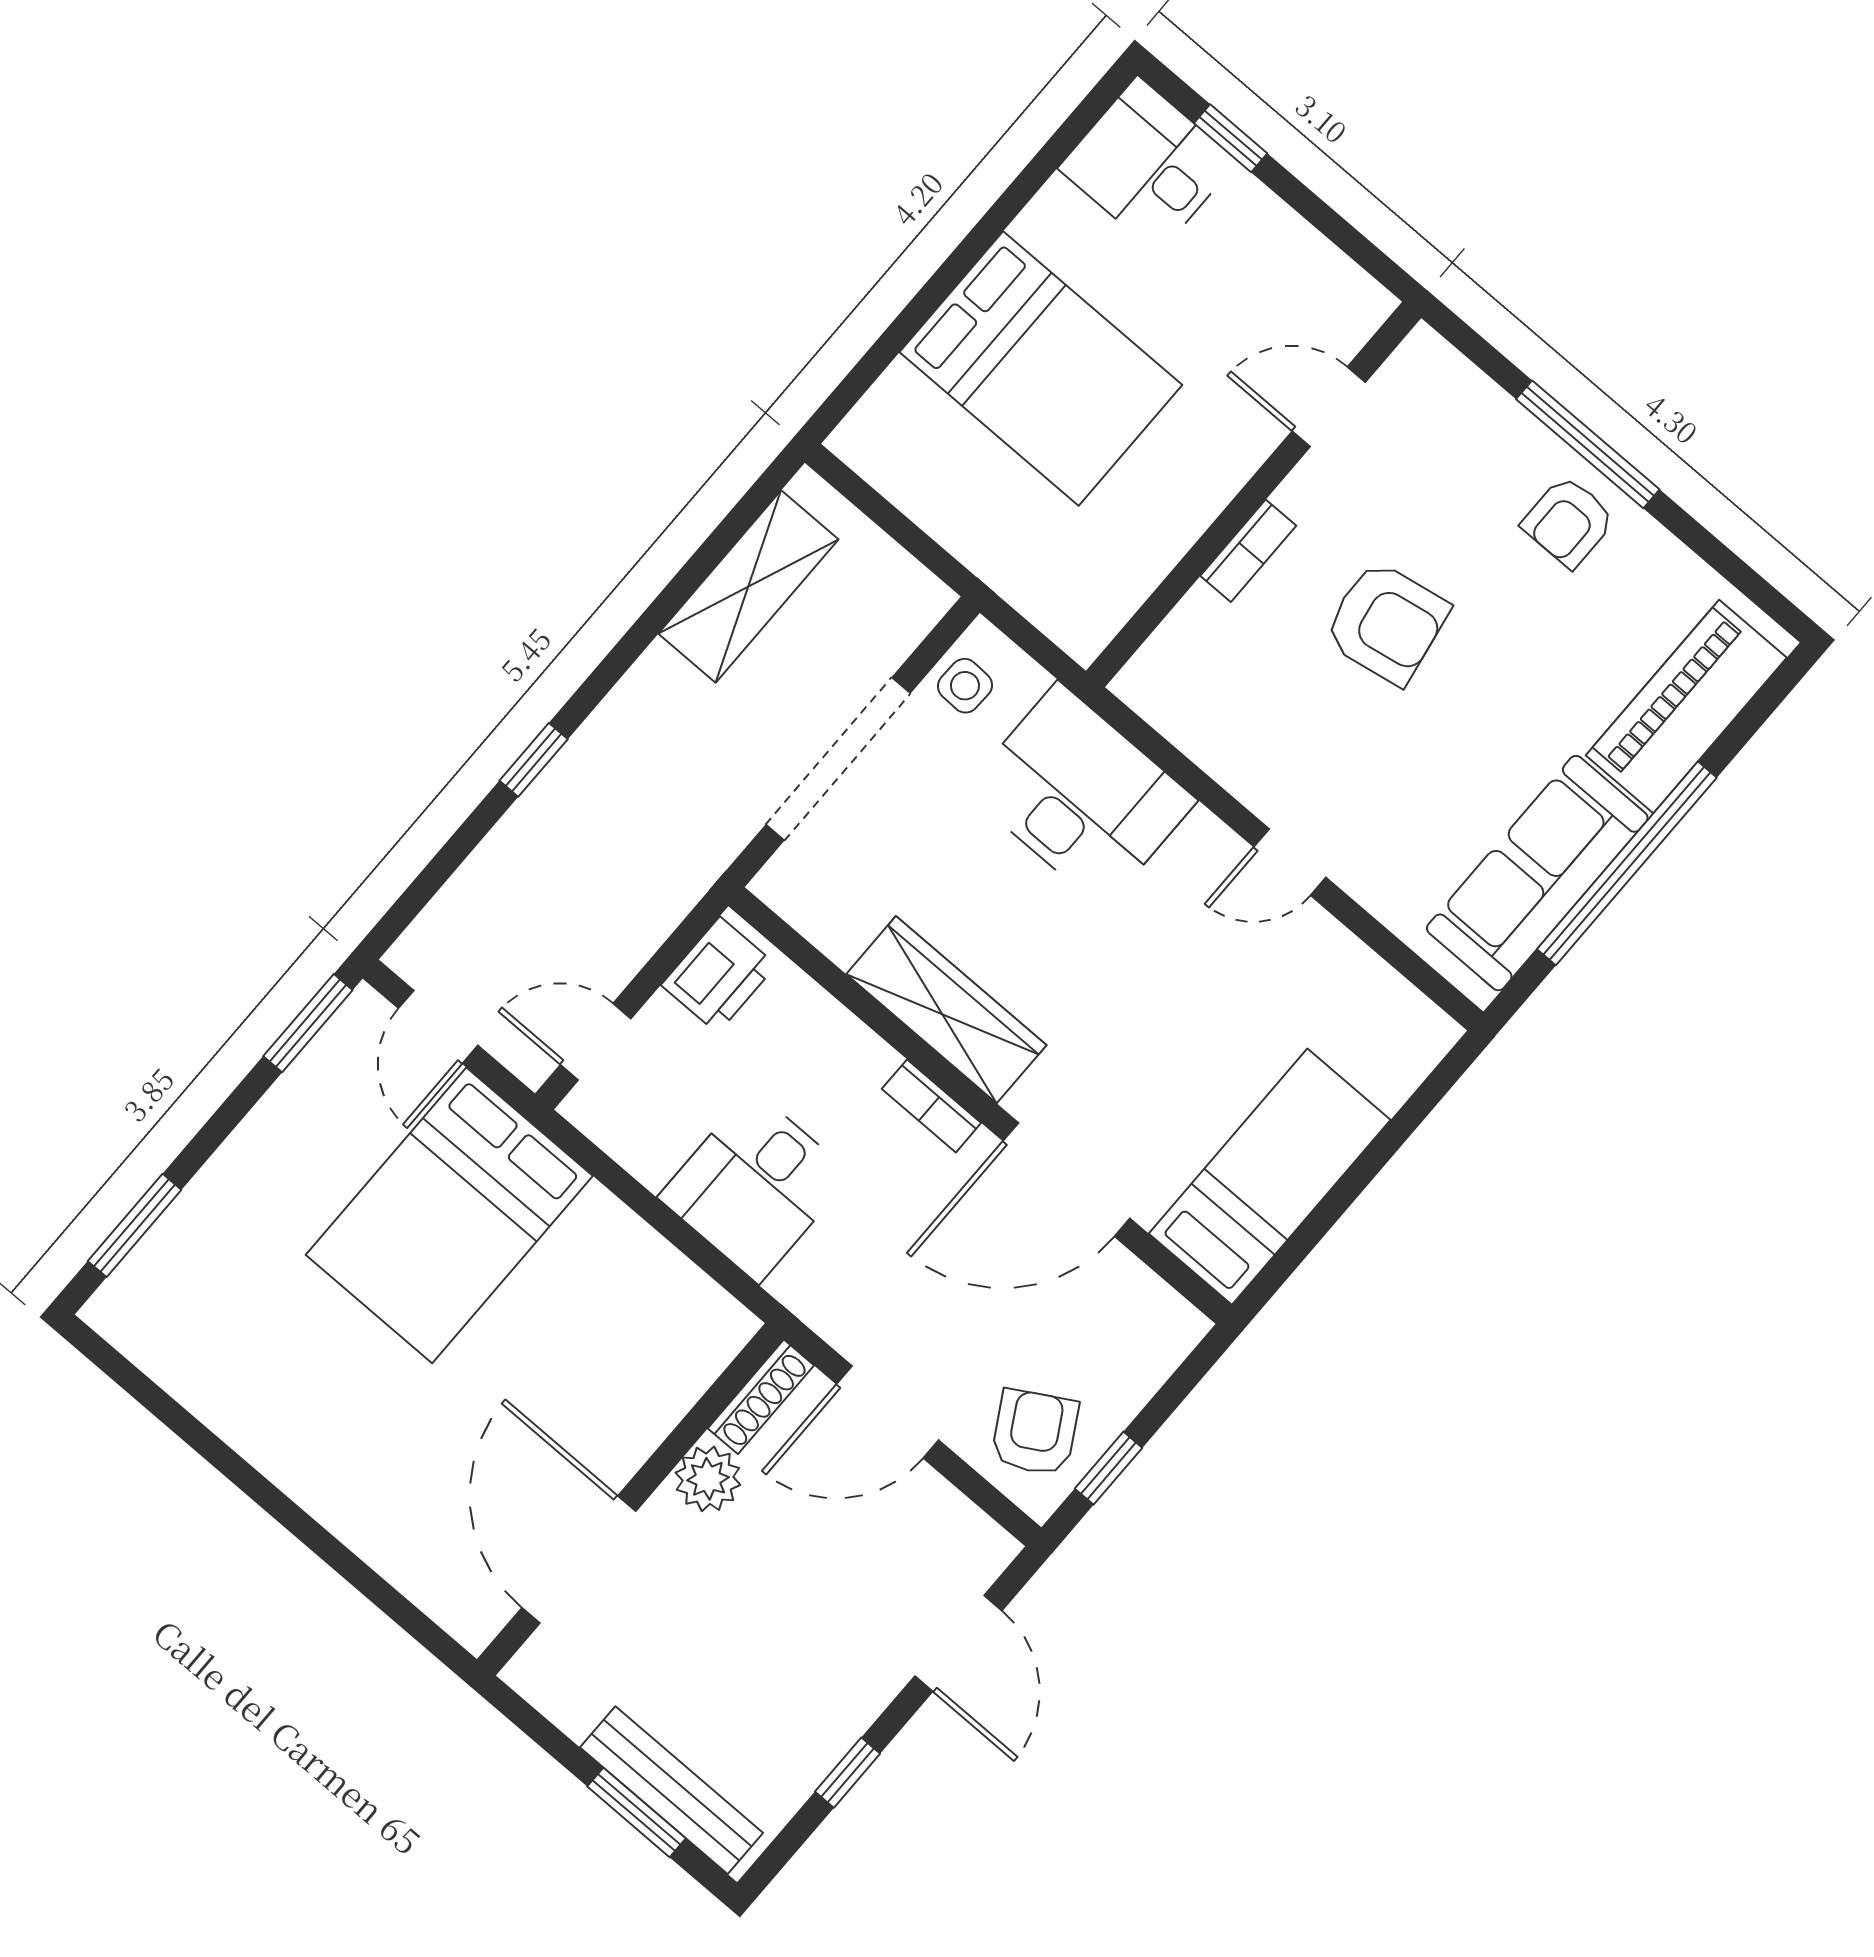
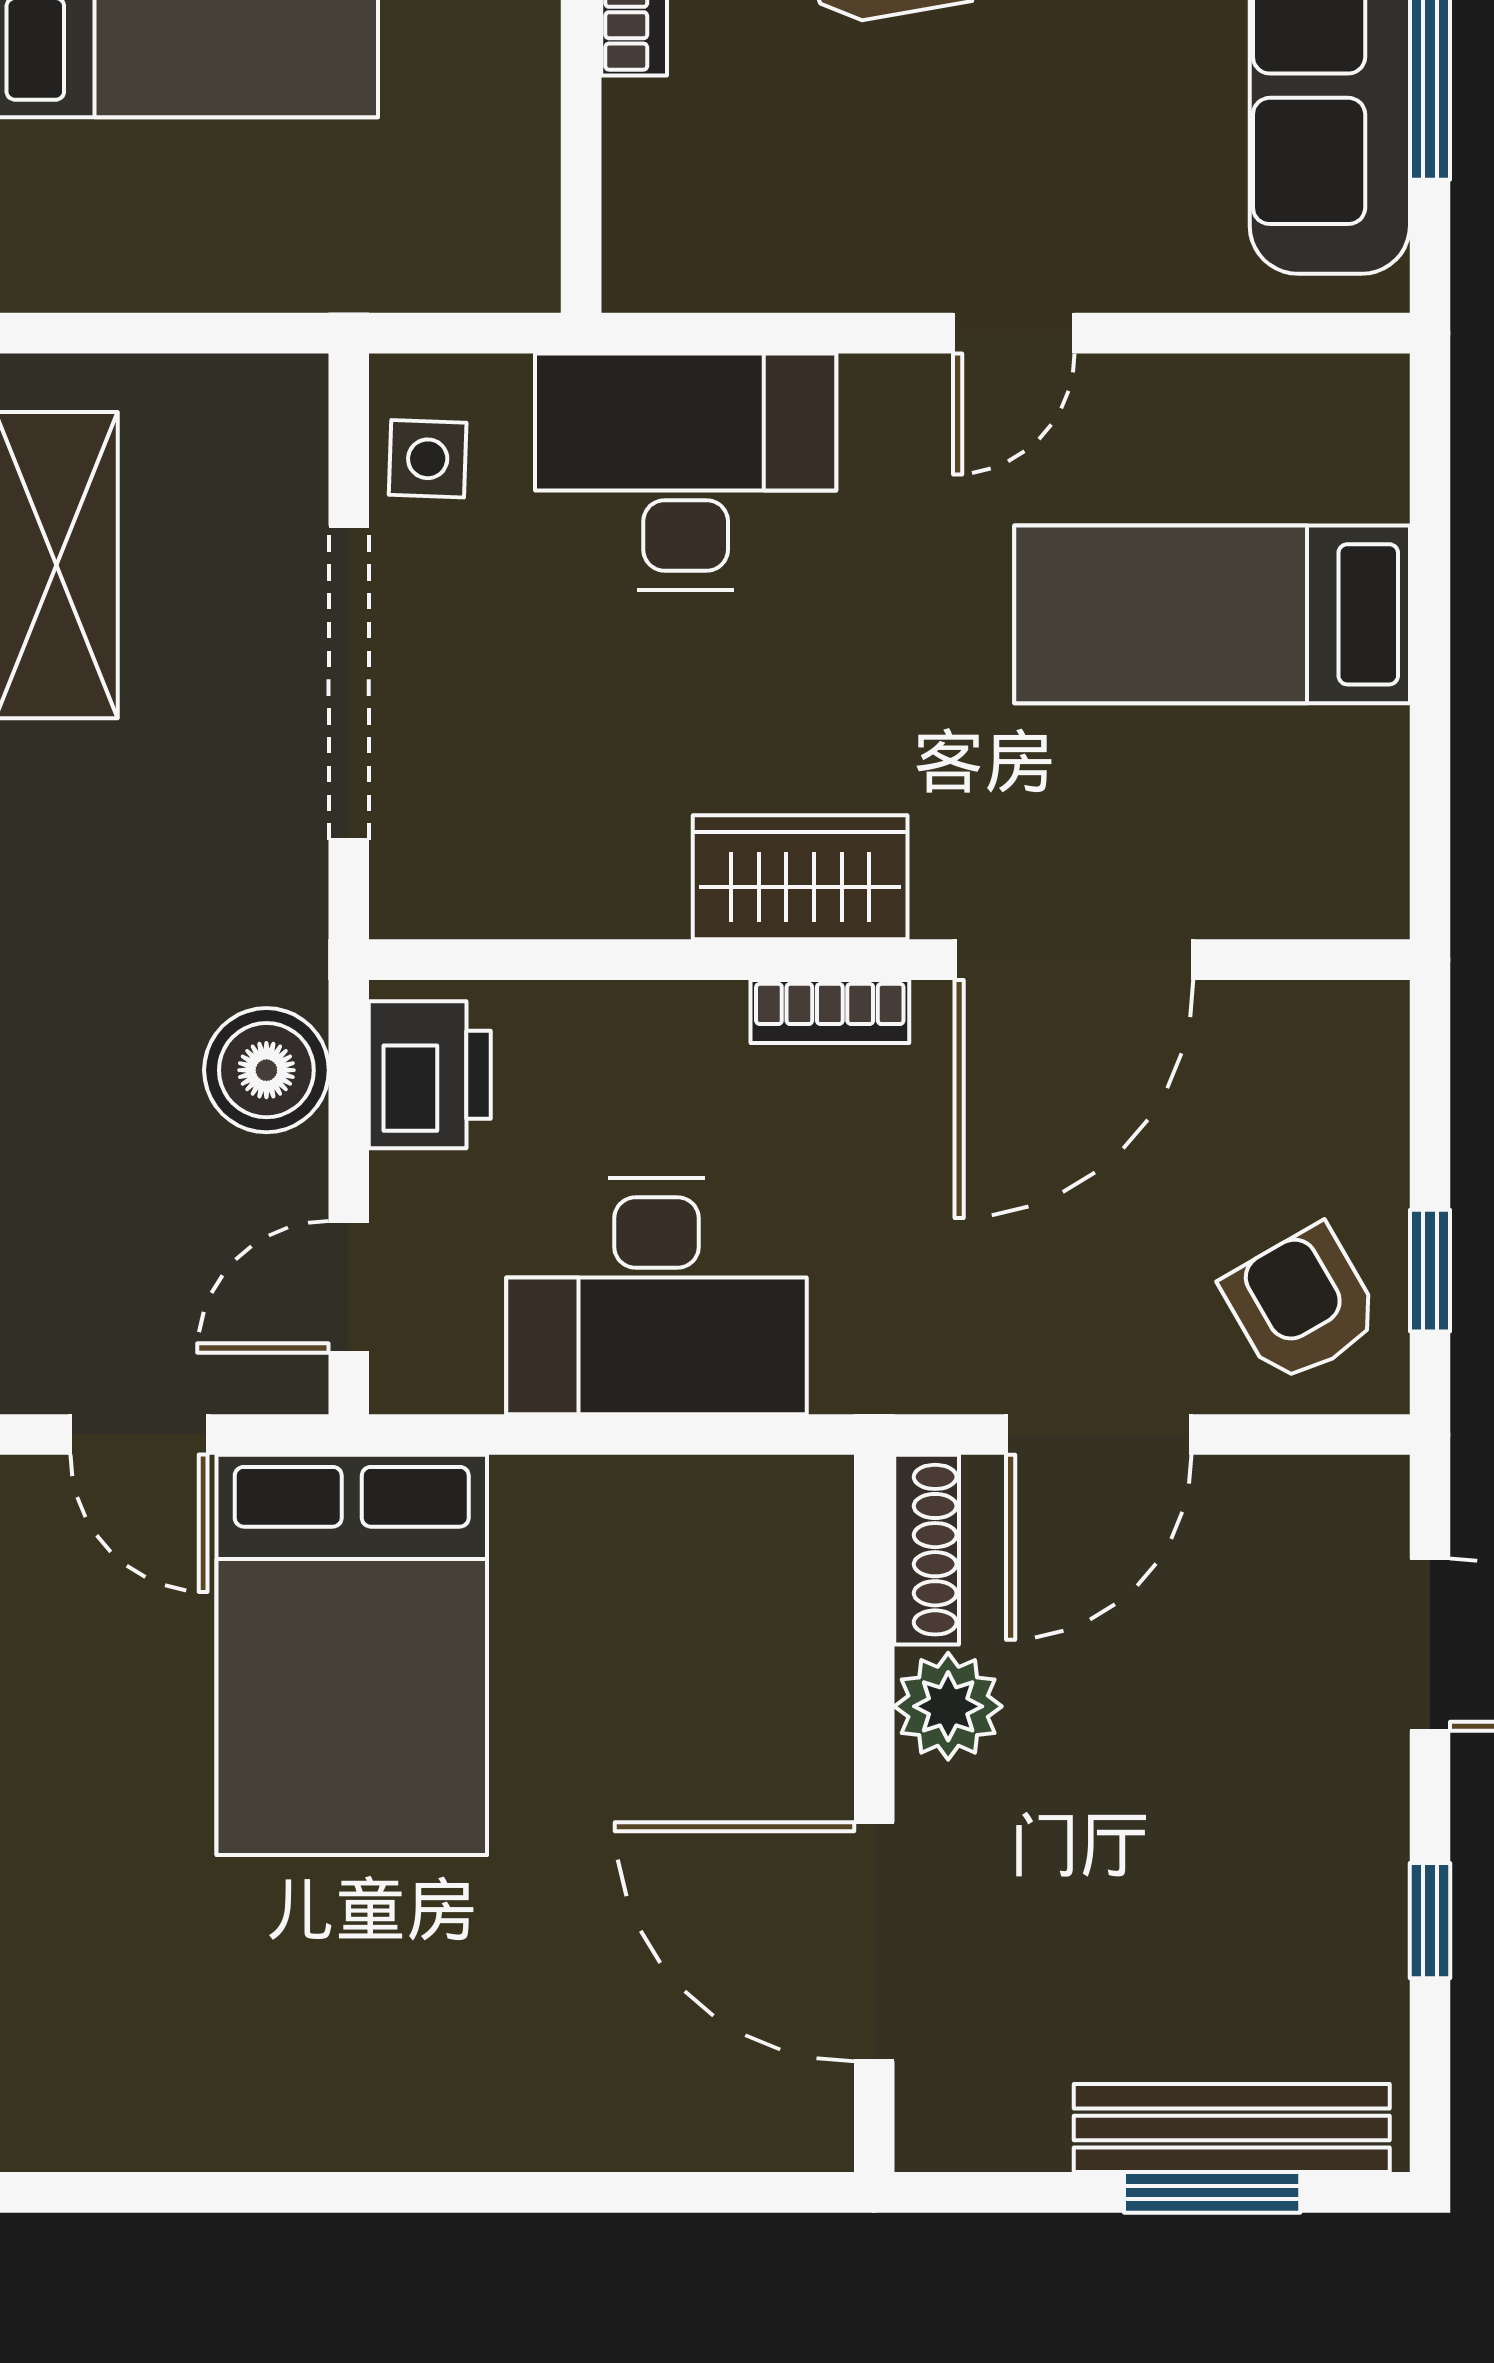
boiler: (644, 907) -> (266, 1070), added
wardrobe: (946, 1010) -> (800, 877), width x0.67
bed: (1270, 1177) -> (1212, 614), moved, turned -90
desk: (755, 1186) -> (657, 1296), width x1.37

